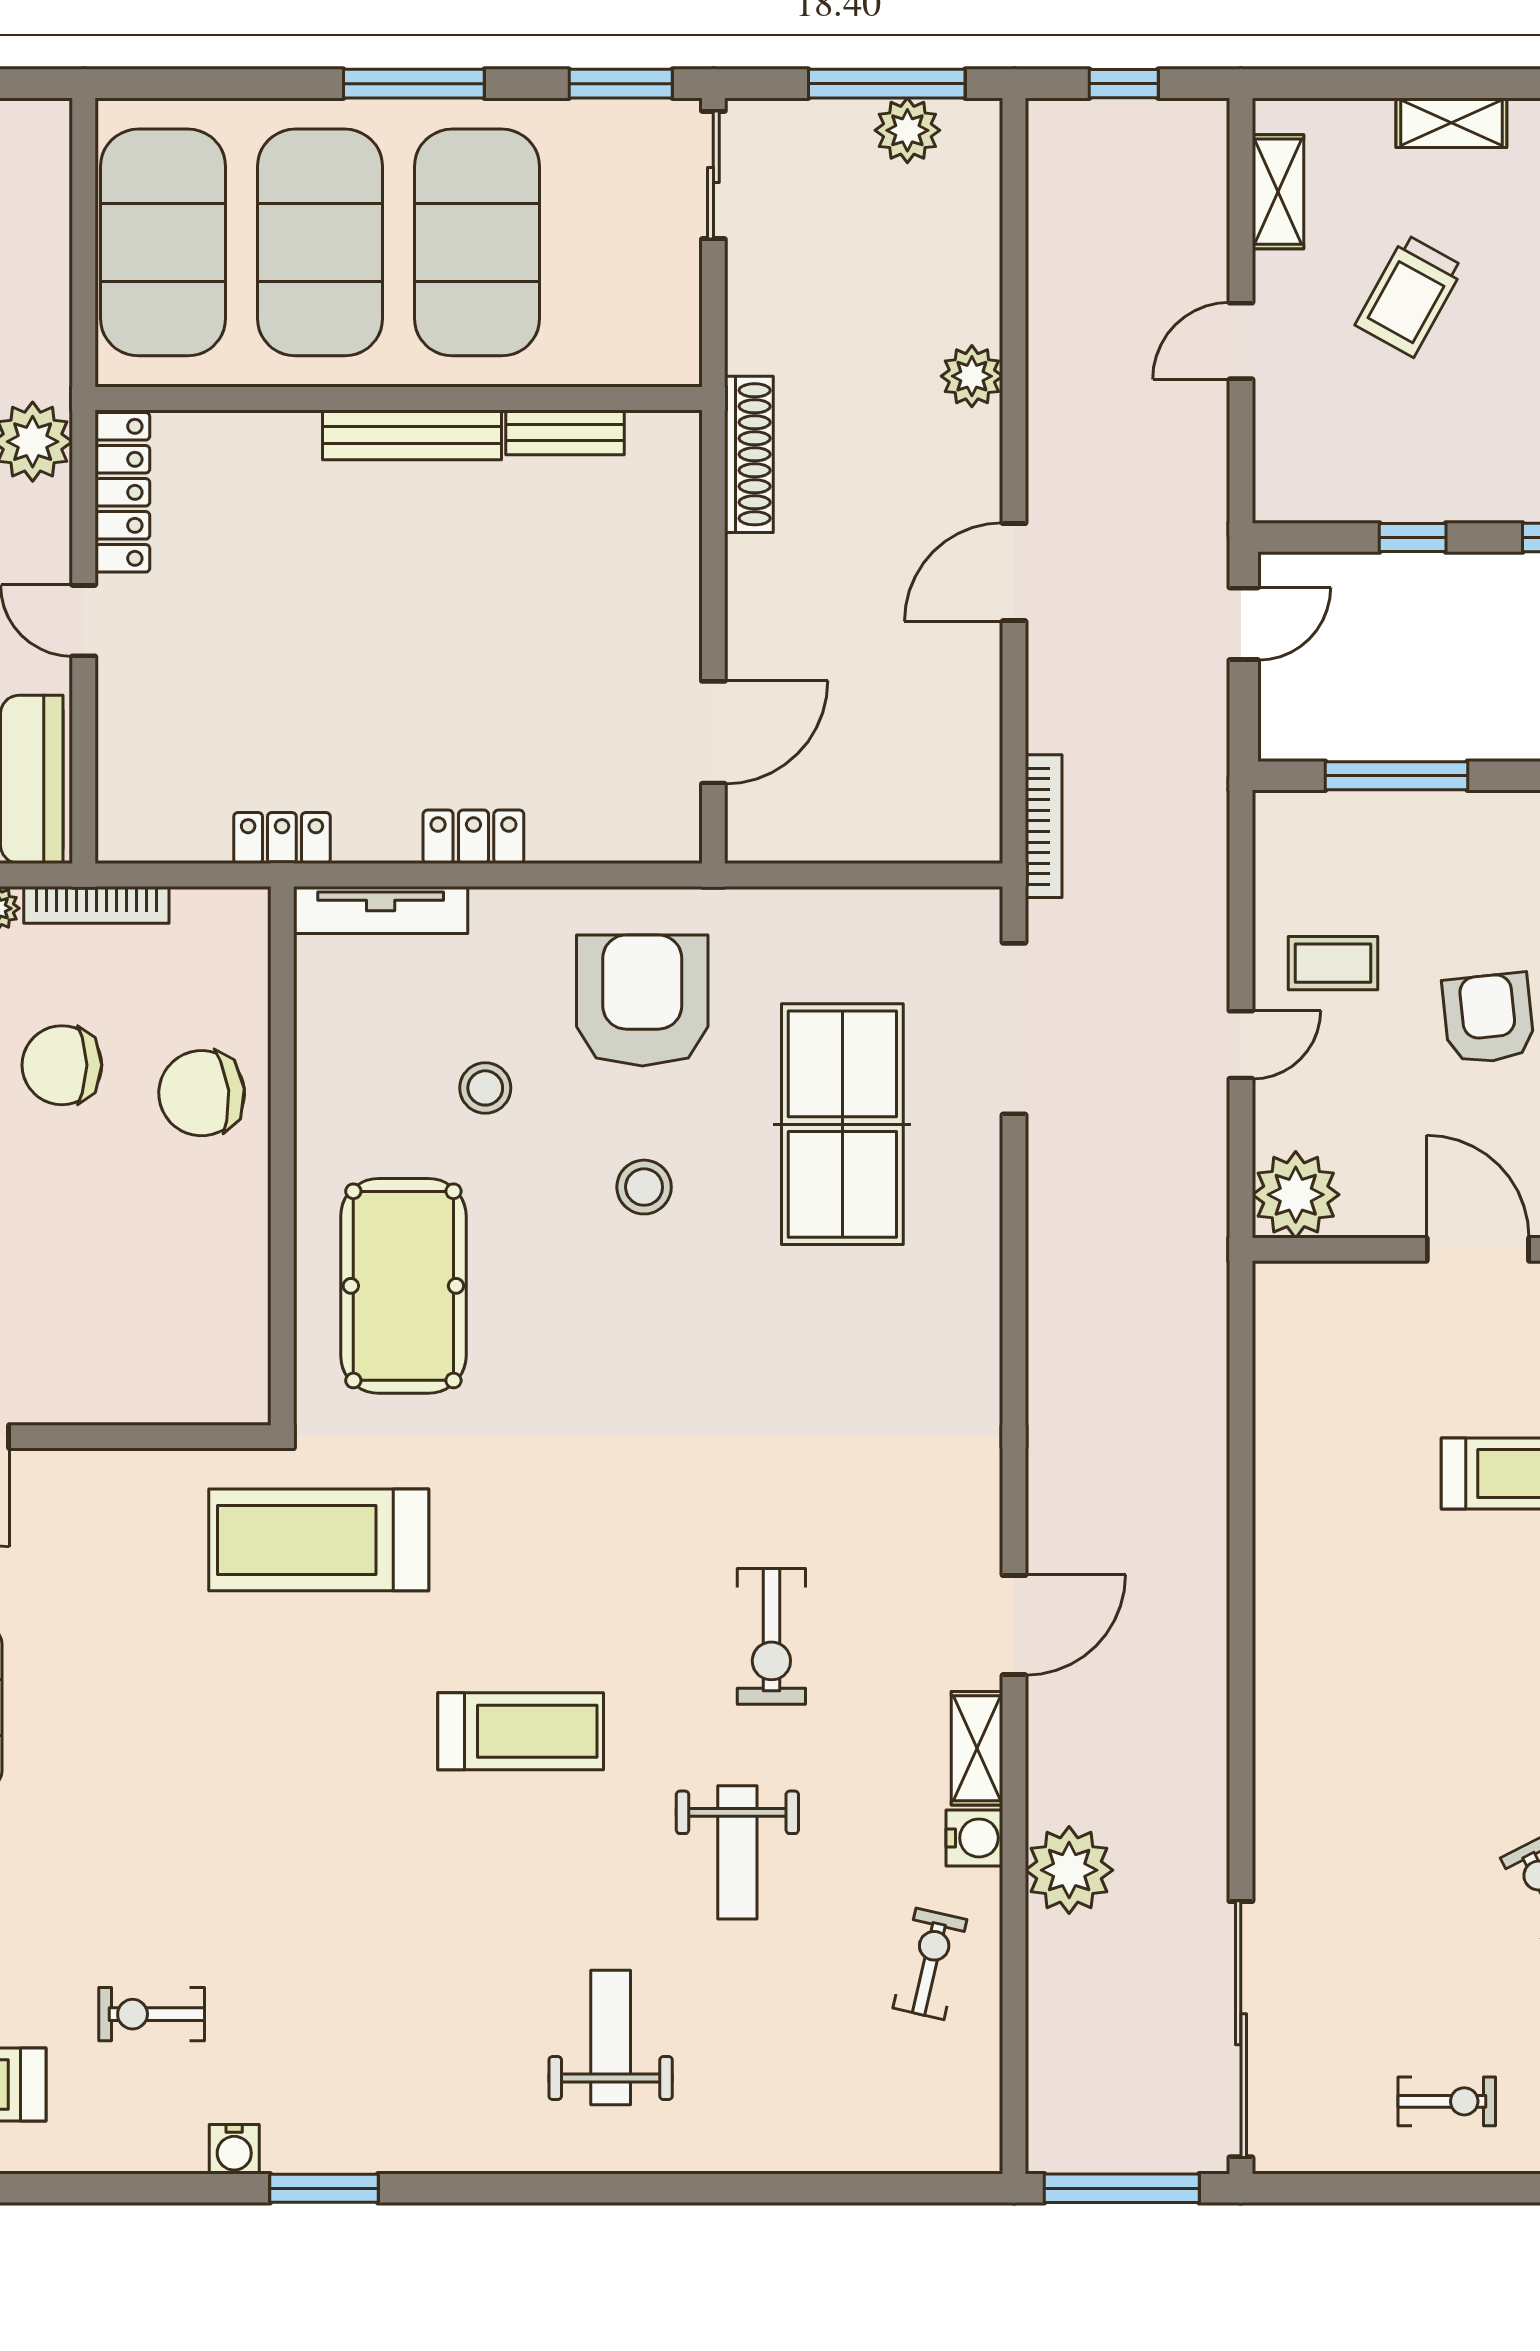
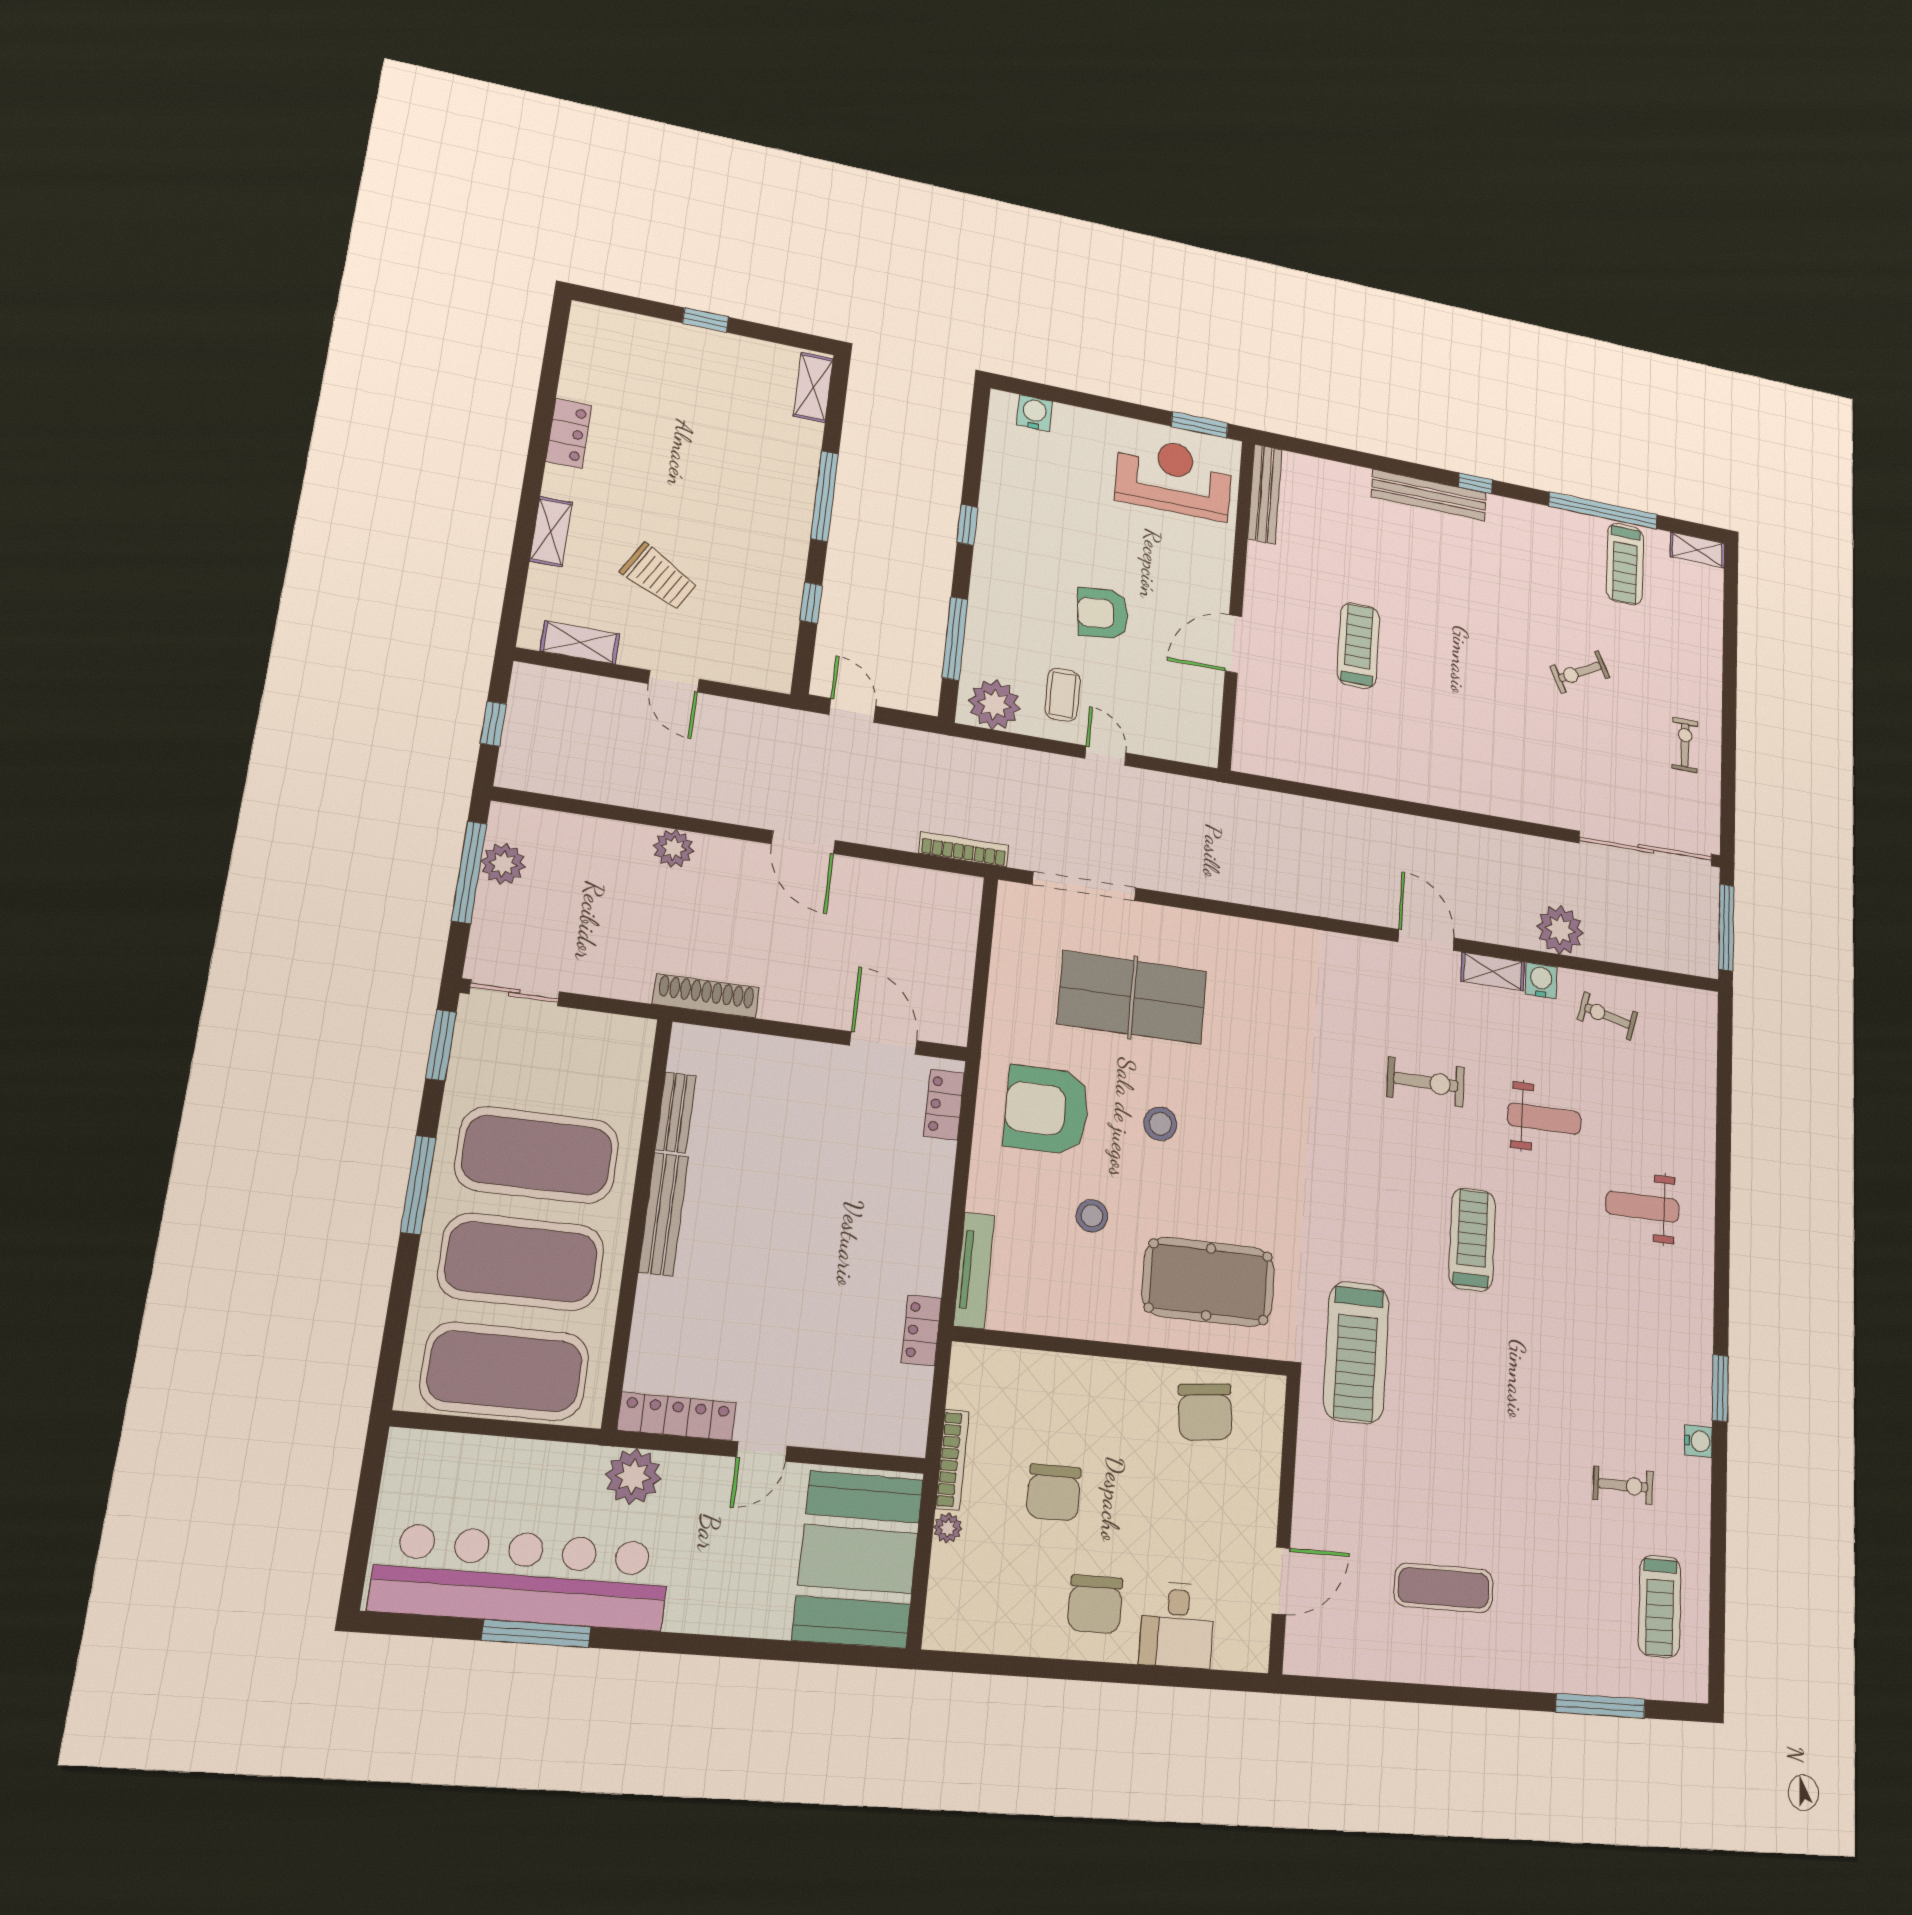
locker: (473, 837) -> (944, 1105), moved
chair: (202, 1093) -> (1205, 1412), moved
plant: (1296, 1195) -> (994, 704), moved
exercise bike: (152, 2014) -> (1623, 1485), turned -90

